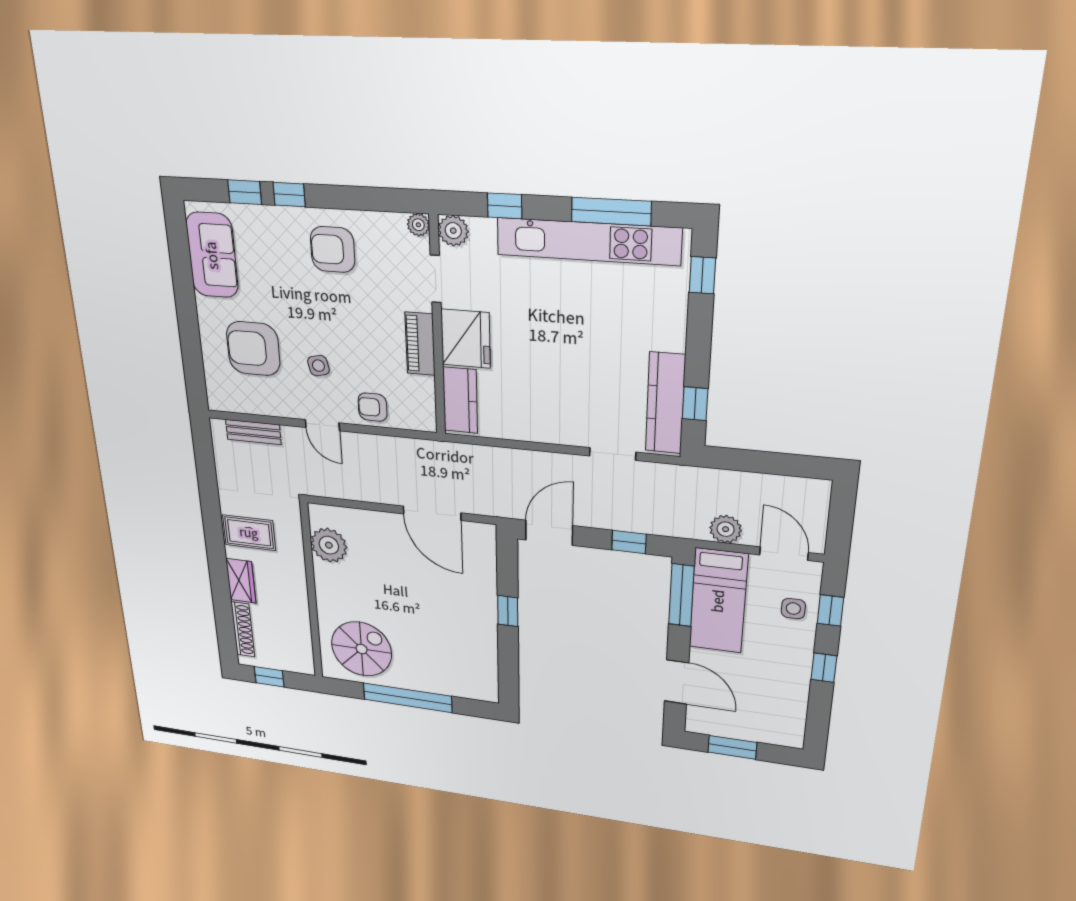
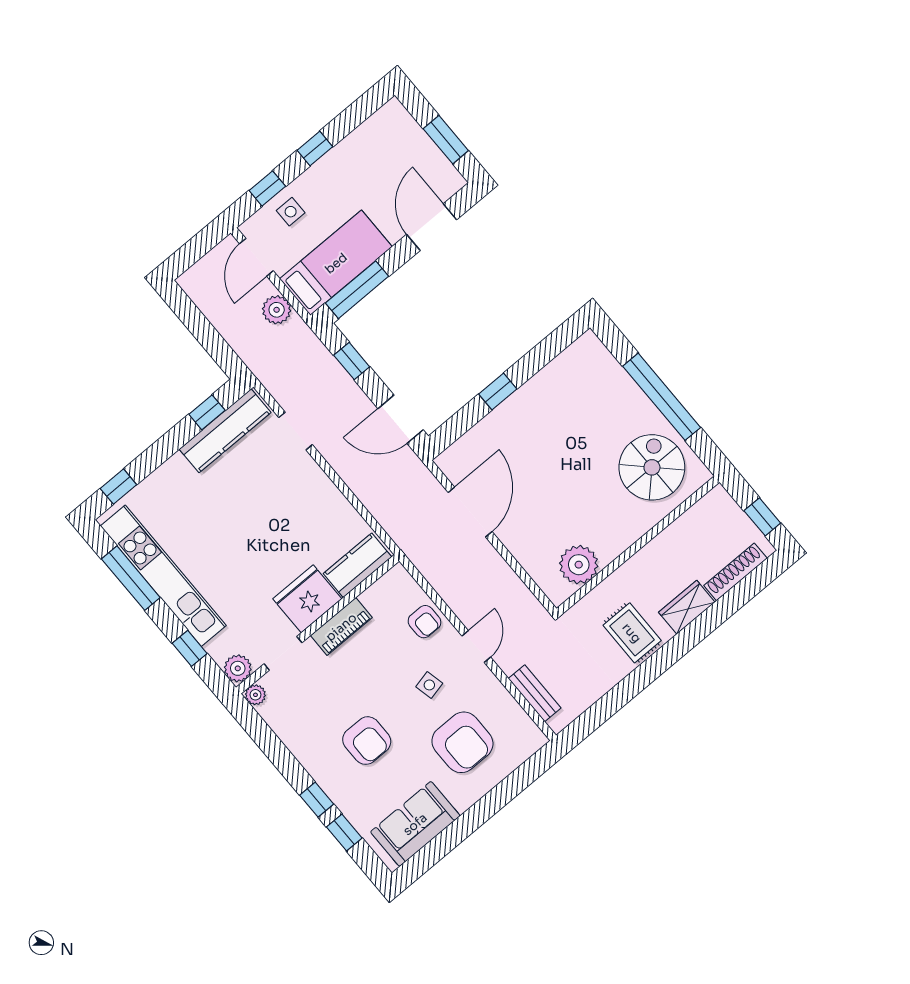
armchair: (333, 250) -> (367, 741), moved
spiral stairs: (362, 649) -> (652, 467), turned 90

